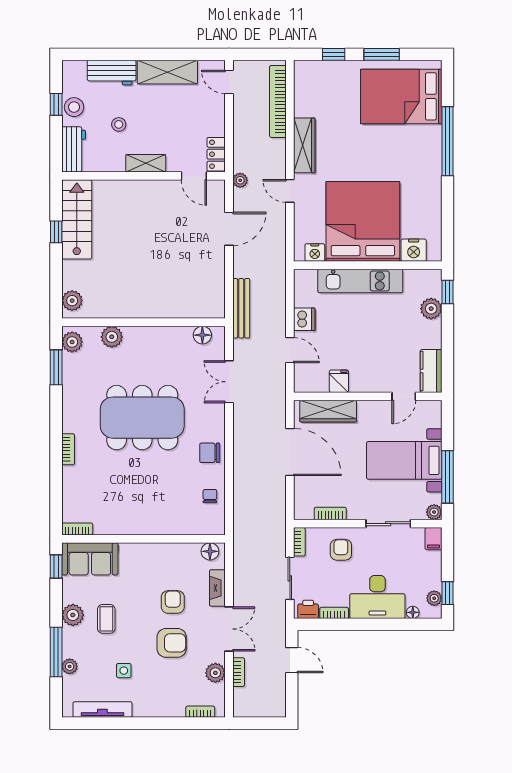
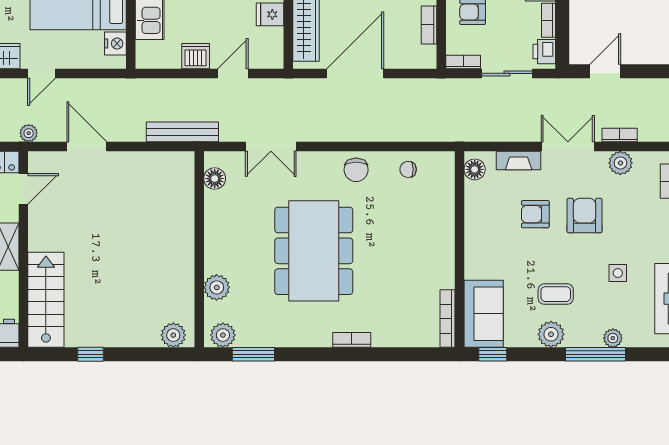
stairs: (77, 219) -> (46, 300), moved, turned 90
bookcase: (77, 529) -> (448, 319), width x1.56

